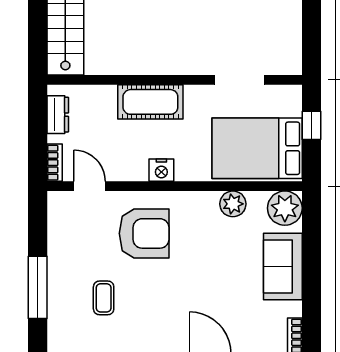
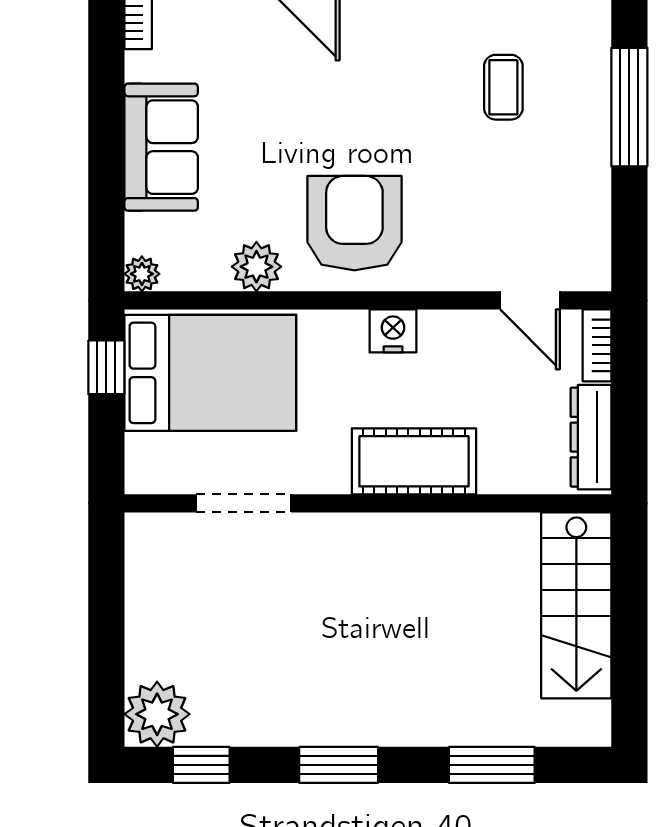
dresser: (58, 115) -> (591, 437), width x1.44
window: (312, 125) -> (106, 367), moved
plant: (285, 208) -> (142, 274), width x0.53, depth x0.53
armchair: (144, 233) -> (354, 223), moved, turned 90

